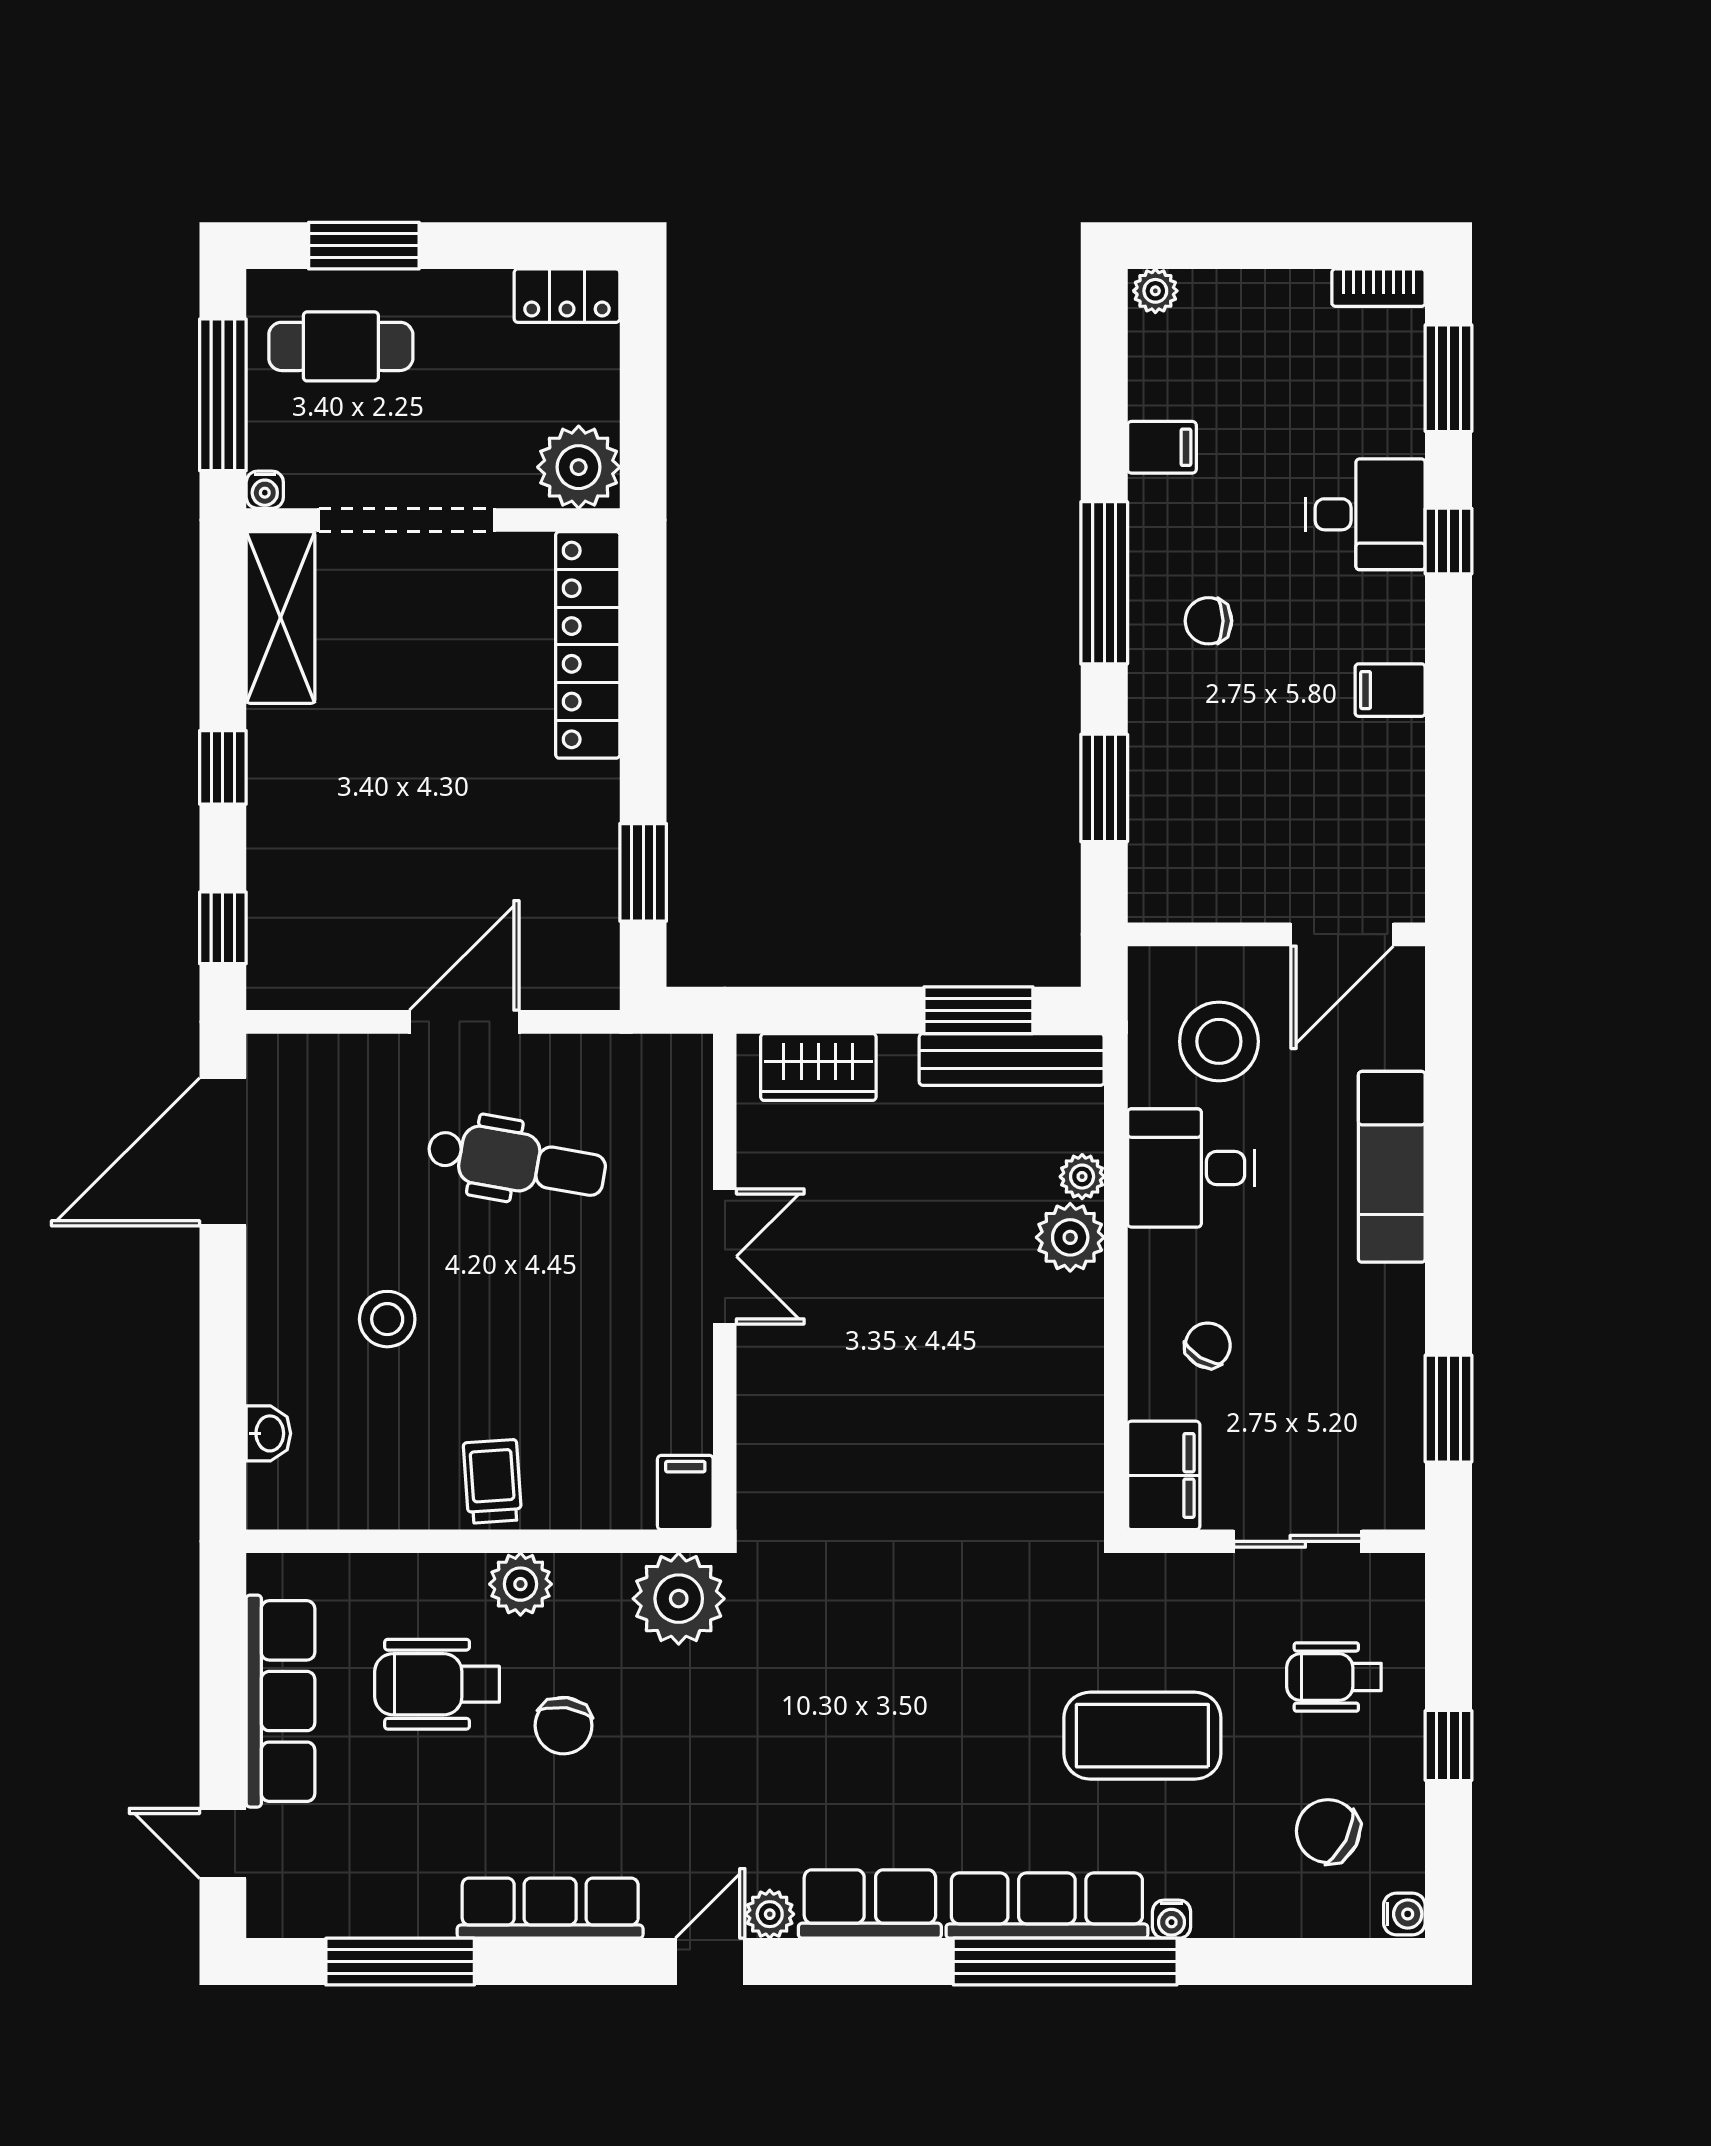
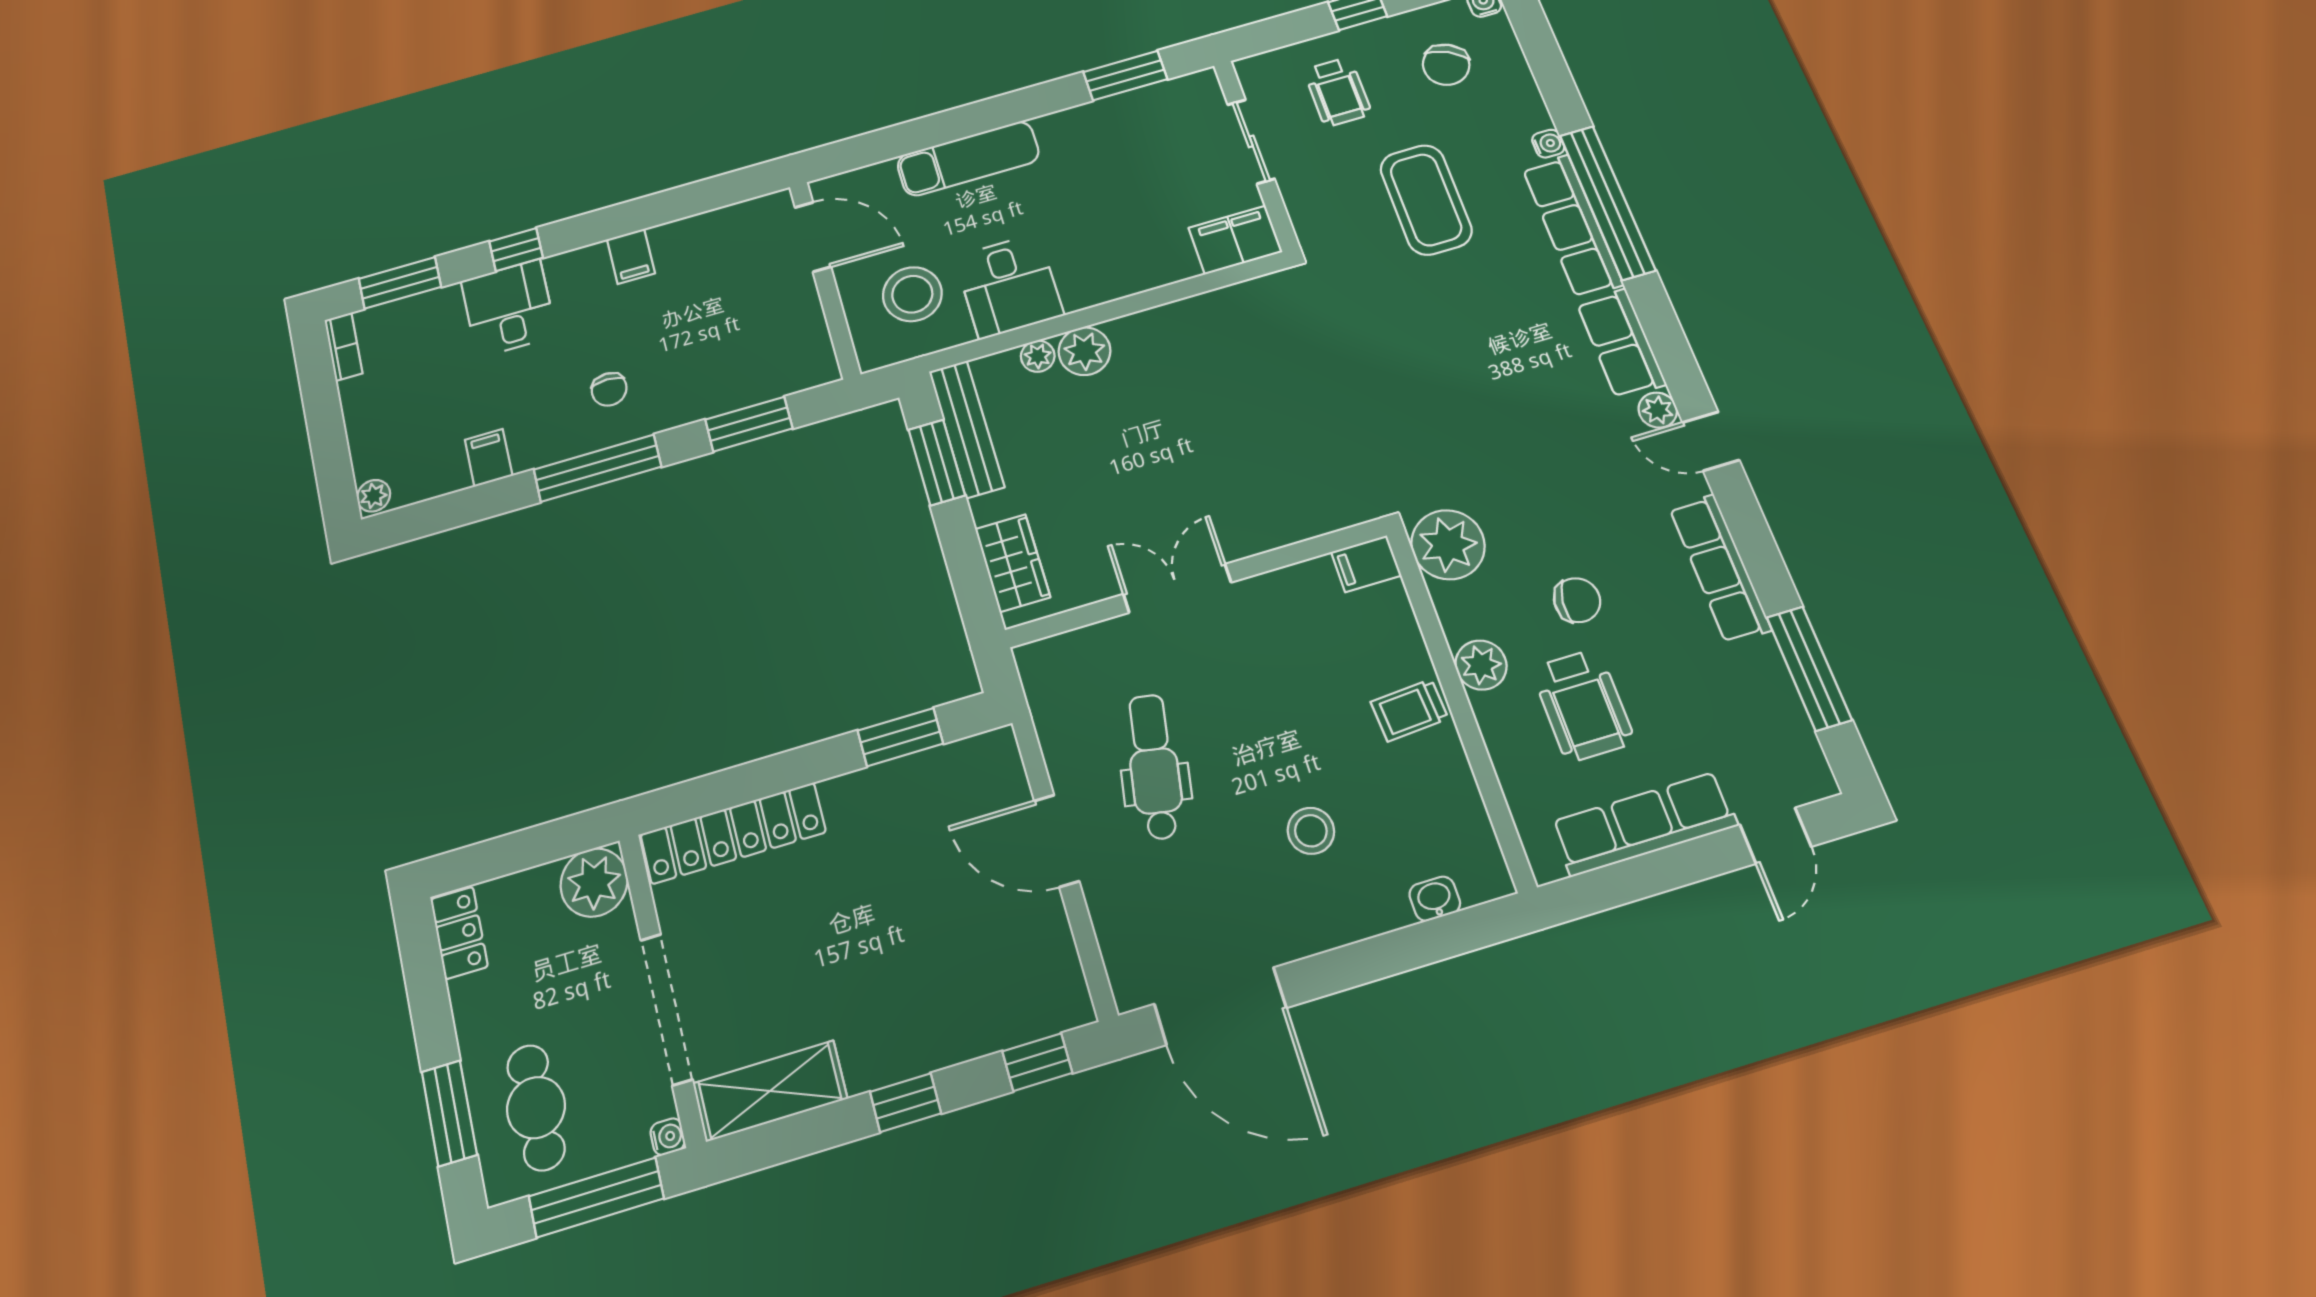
chair: (1208, 1345) -> (1132, 238), removed

